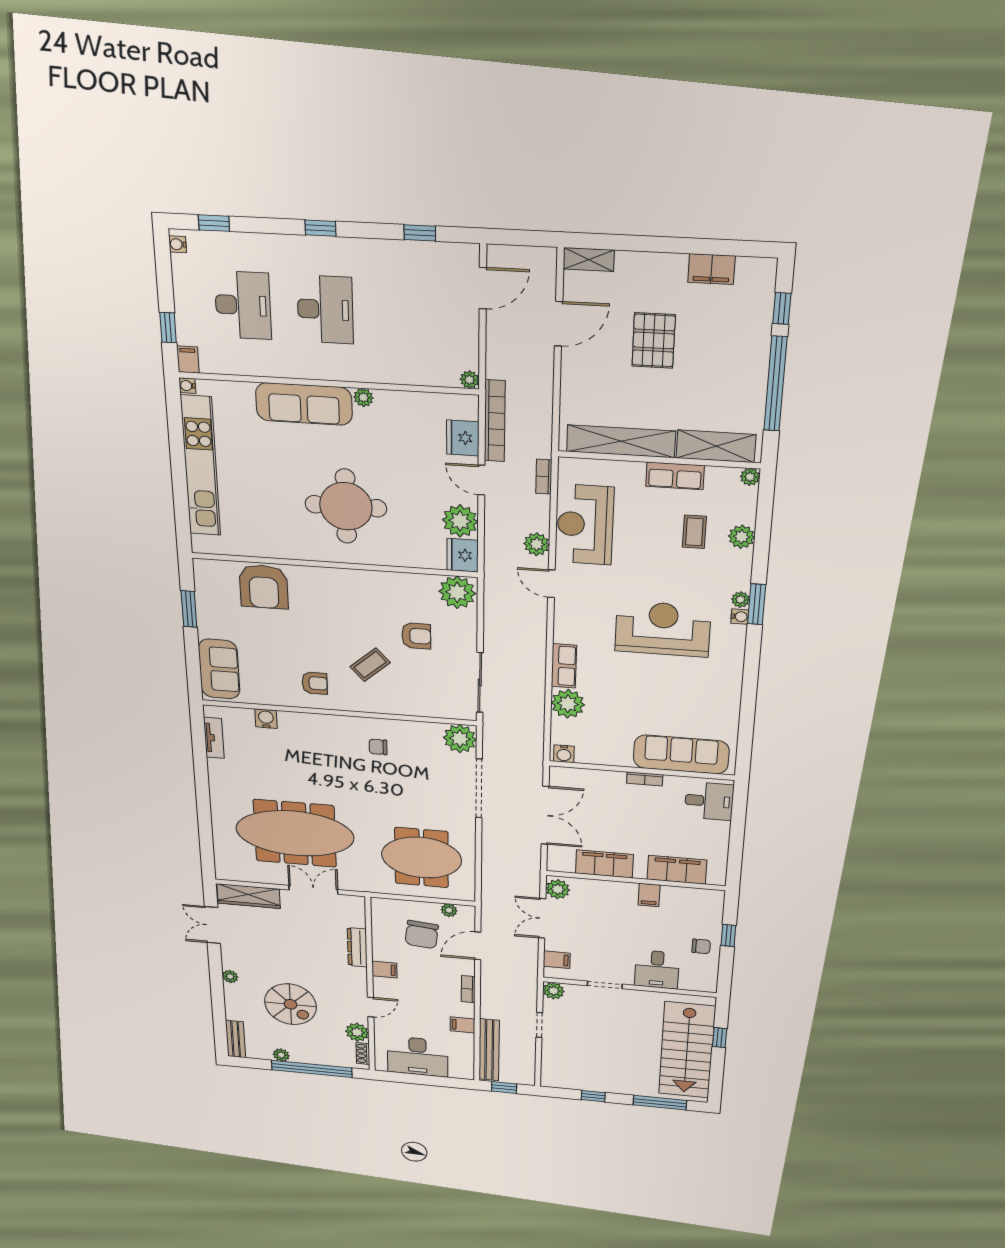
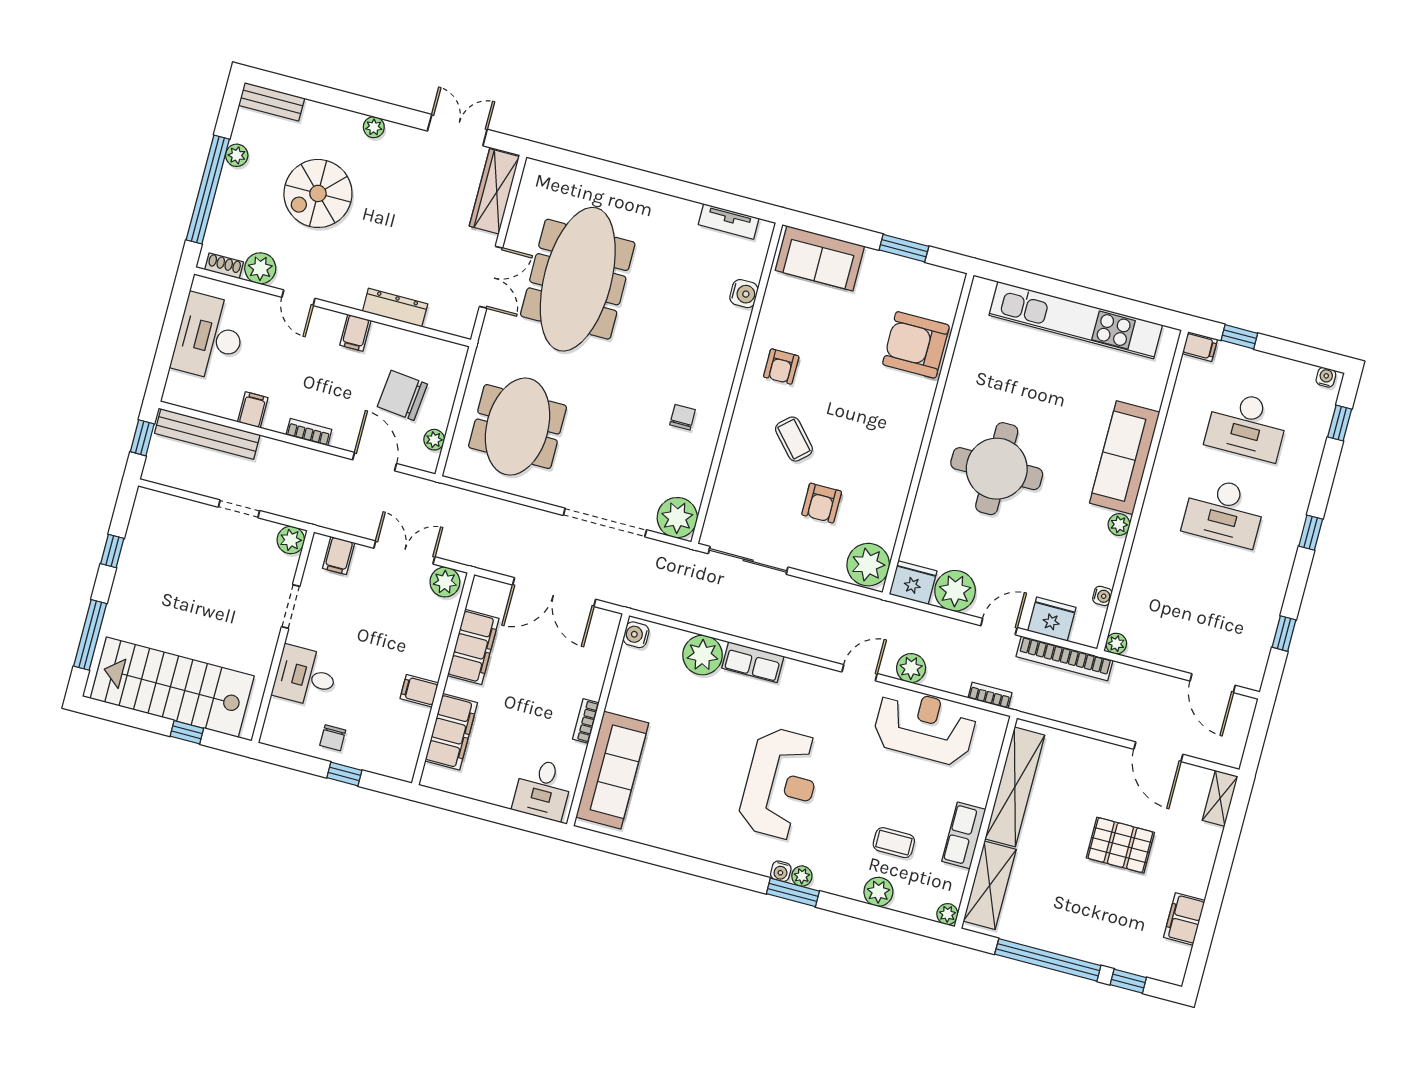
water cooler: (187, 386) -> (1102, 596), moved, turned 90

